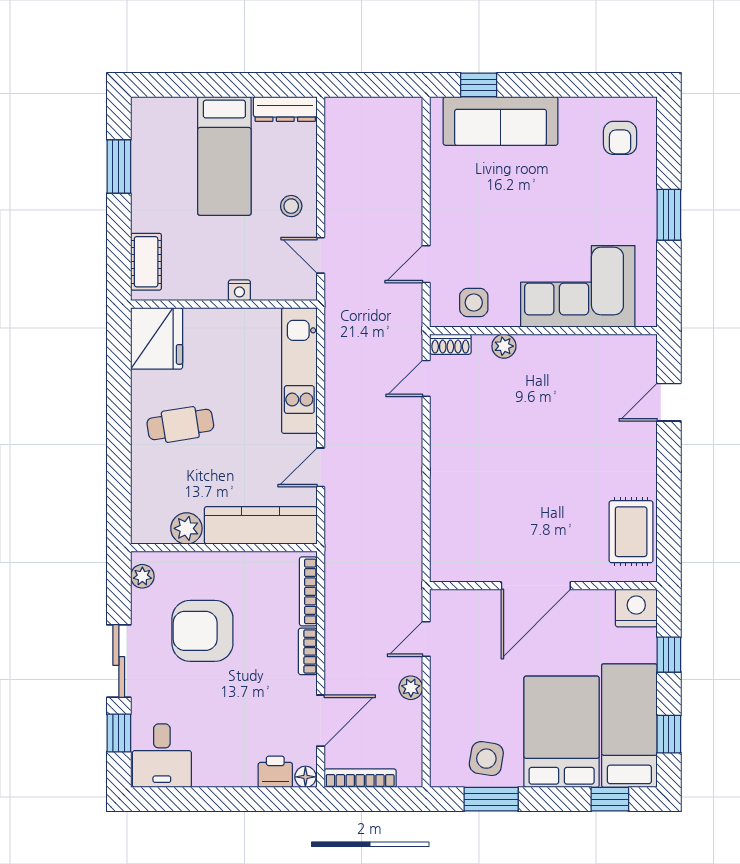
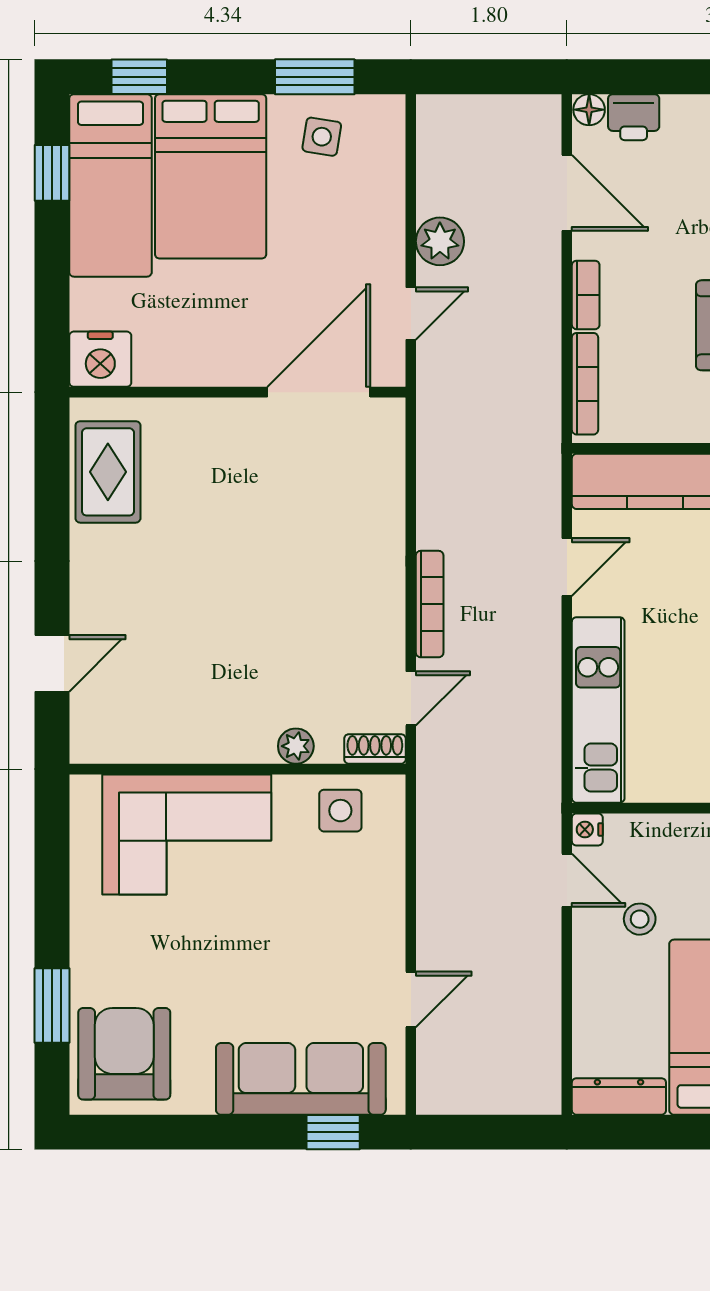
armchair: (620, 138) -> (124, 1054), width x1.88, depth x1.88
stool: (291, 206) -> (640, 919), moved
window: (669, 215) -> (52, 1006), moved
door: (426, 264) -> (411, 999), moved
nightstand: (239, 290) -> (587, 829), moved, turned -90
door: (536, 586) -> (319, 392), moved
window: (669, 655) -> (52, 290), removed
plant: (411, 688) -> (440, 241), width x1.38, depth x1.38
door: (321, 721) -> (567, 193), swing flipped
side table: (486, 759) -> (322, 137), width x0.73, depth x0.73
bookcase: (360, 778) -> (430, 604), moved, turned -90

